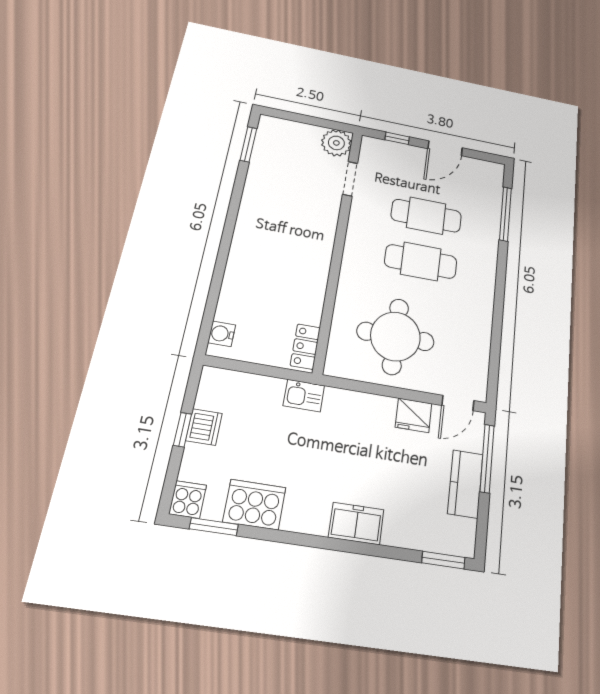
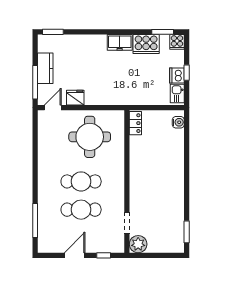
kitchen sink: (304, 396) -> (177, 94), moved, turned -90
freezer: (356, 523) -> (120, 42), moved

